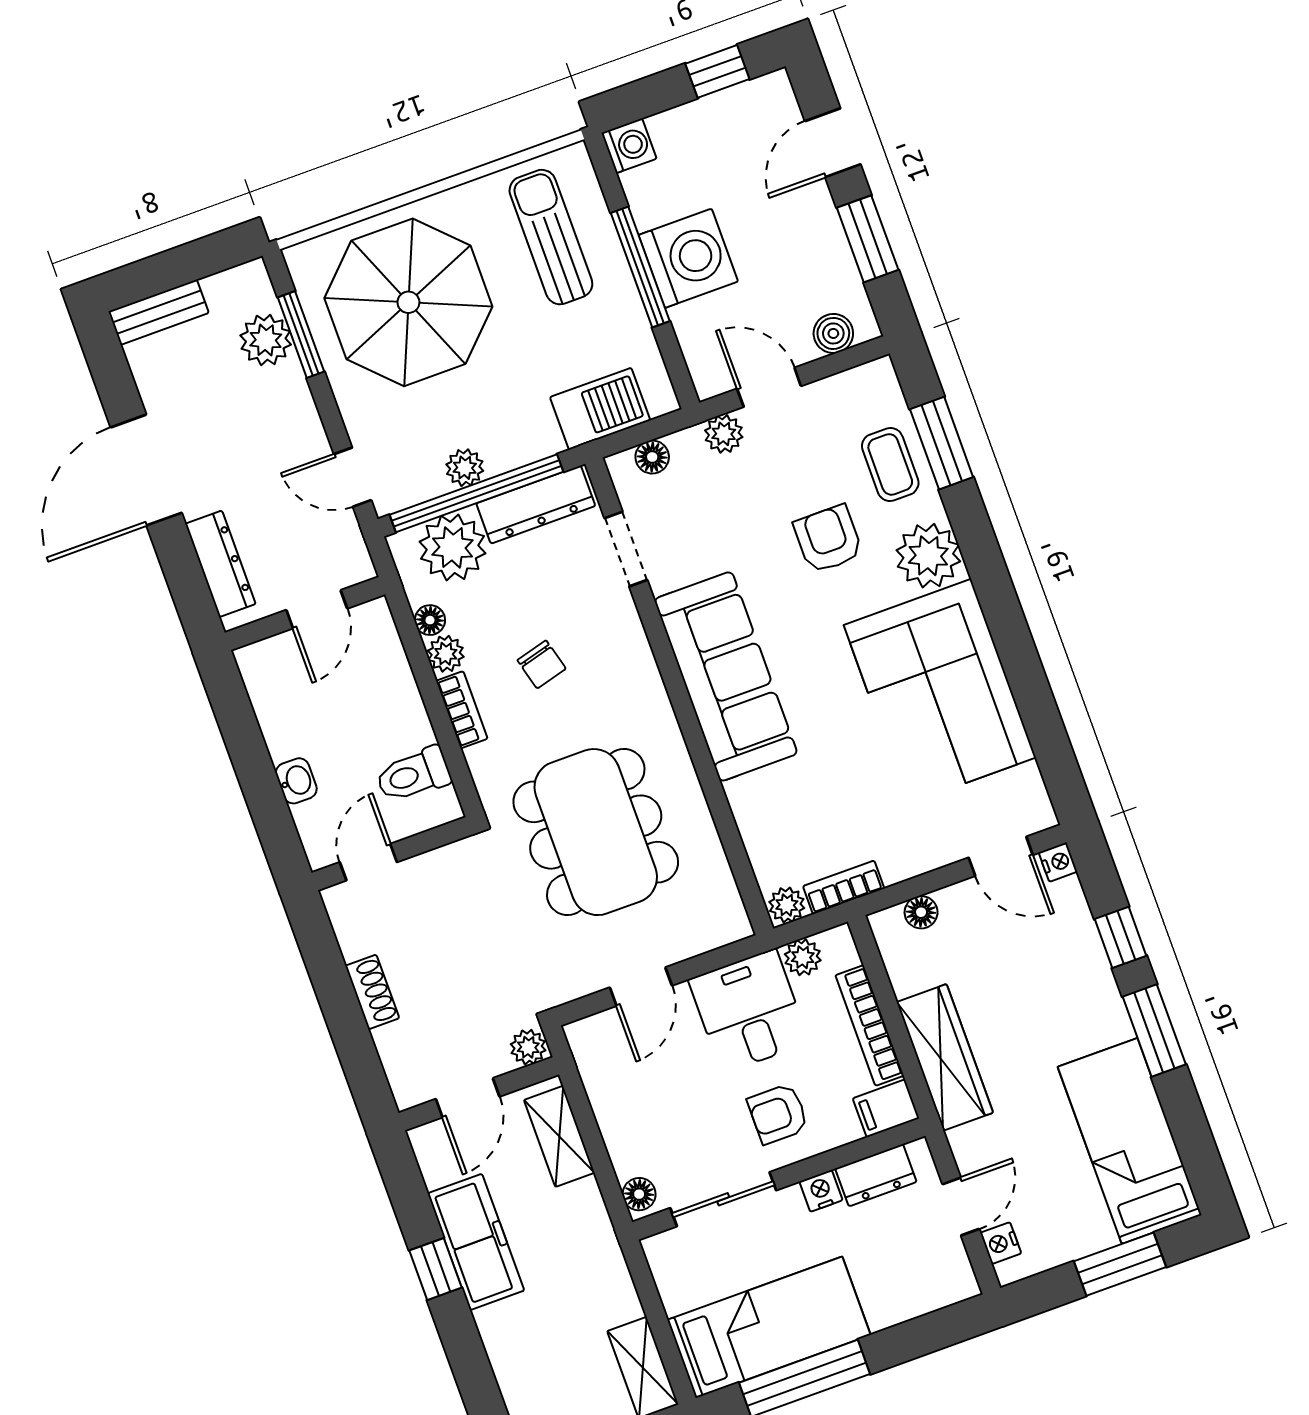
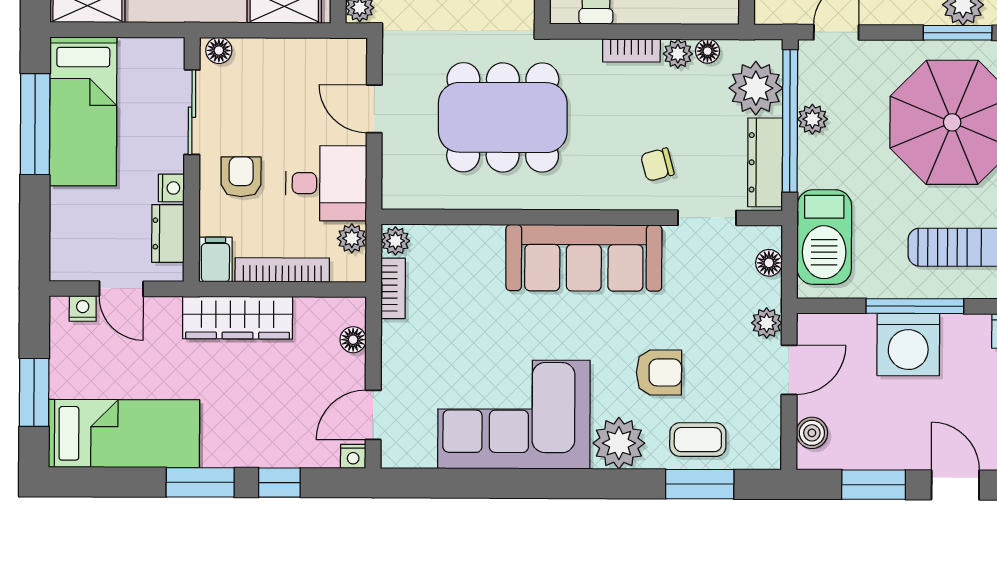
barbecue: (600, 409) -> (824, 237), width x1.37, depth x1.21
chair: (542, 664) -> (657, 165), moved

